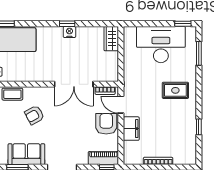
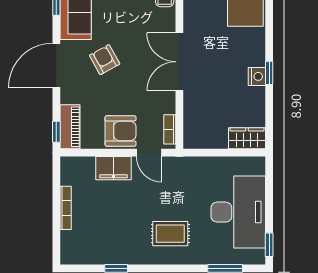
double door: (74, 84) -> (179, 62), moved
rug: (175, 90) -> (170, 234), turned 90
door: (121, 105) -> (149, 153), swing flipped
armchair: (34, 115) -> (105, 60), moved

